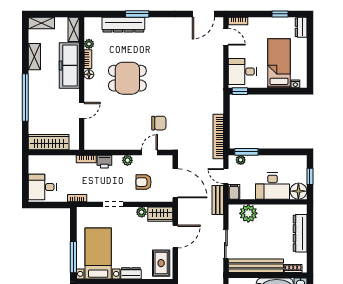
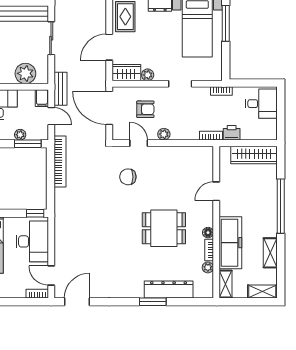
desk: (242, 71) -> (32, 241), width x1.37
door: (149, 153) -> (139, 143), swing flipped
plant: (241, 160) -> (20, 135), moved
printer: (104, 162) -> (232, 133), moved

